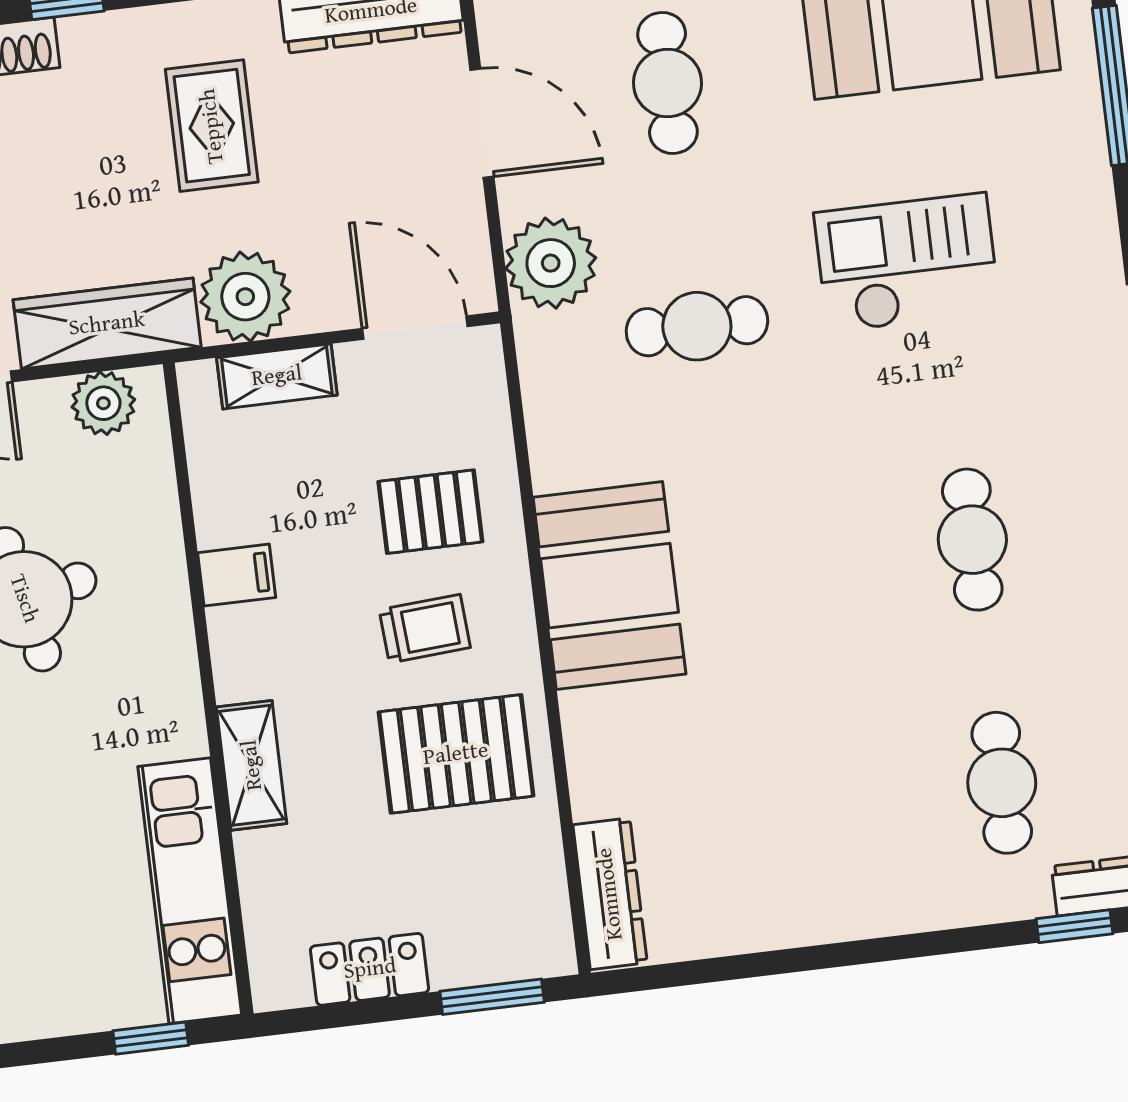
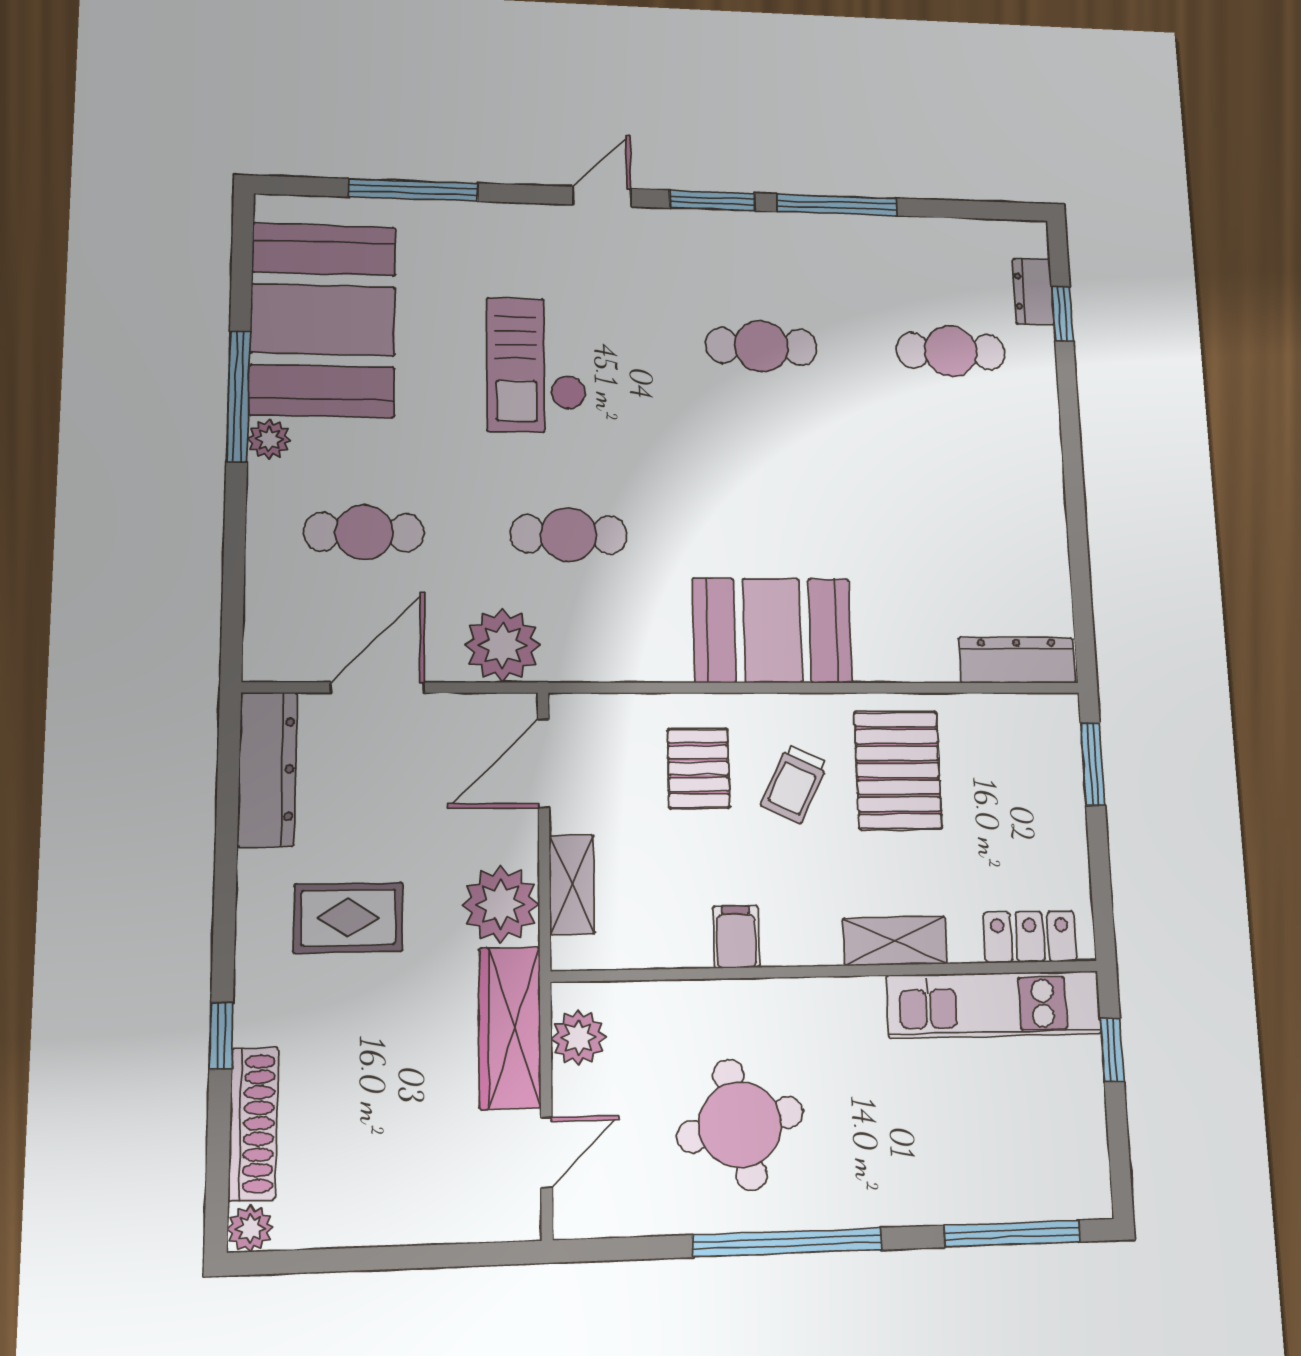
cafe table: (697, 326) -> (569, 535), turned 90
trolley: (425, 629) -> (794, 784), turned -150
locker: (370, 969) -> (1030, 937), moved, turned 90

